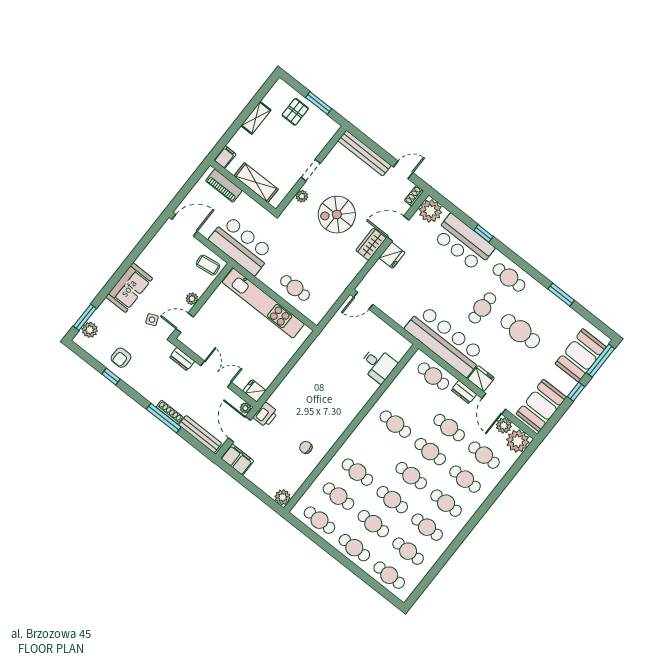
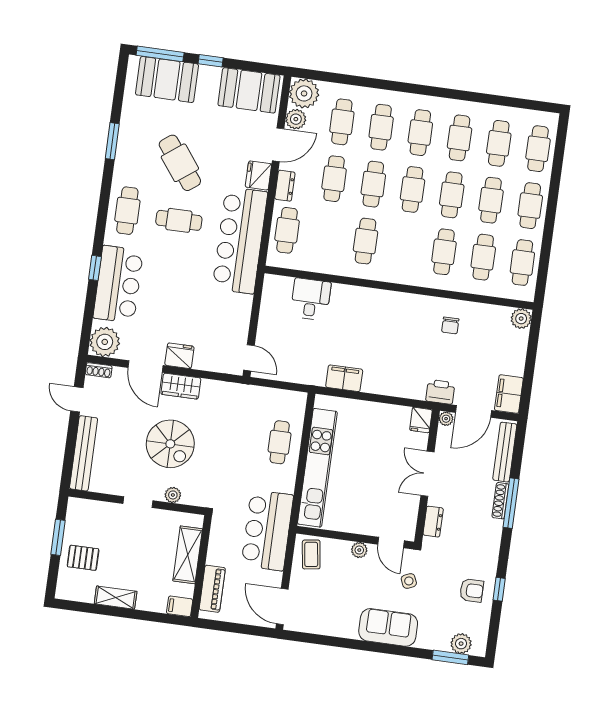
cafe table: (520, 331) -> (180, 163), turned -37
filing cabinet: (312, 356) -> (344, 378), added

